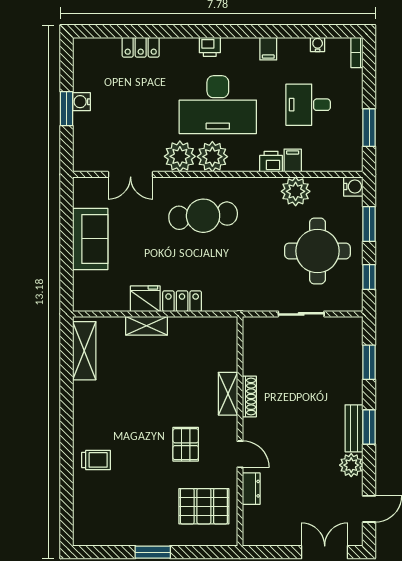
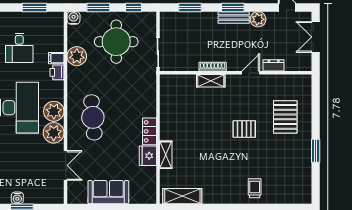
shelving: (228, 394) -> (211, 81), moved
shoe rack: (249, 396) -> (213, 67), moved
wall: (240, 431) -> (236, 73), moved
door: (240, 454) -> (251, 73), moved
dresser: (251, 489) -> (274, 65), moved

